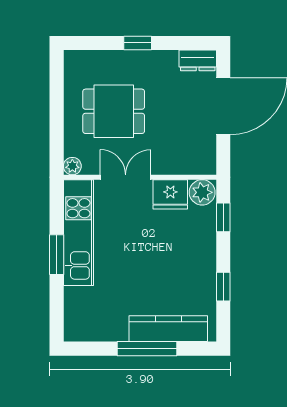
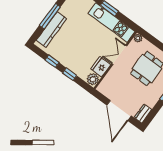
double door: (126, 177) -> (119, 55), swing flipped
window: (223, 217) -> (70, 74), moved

